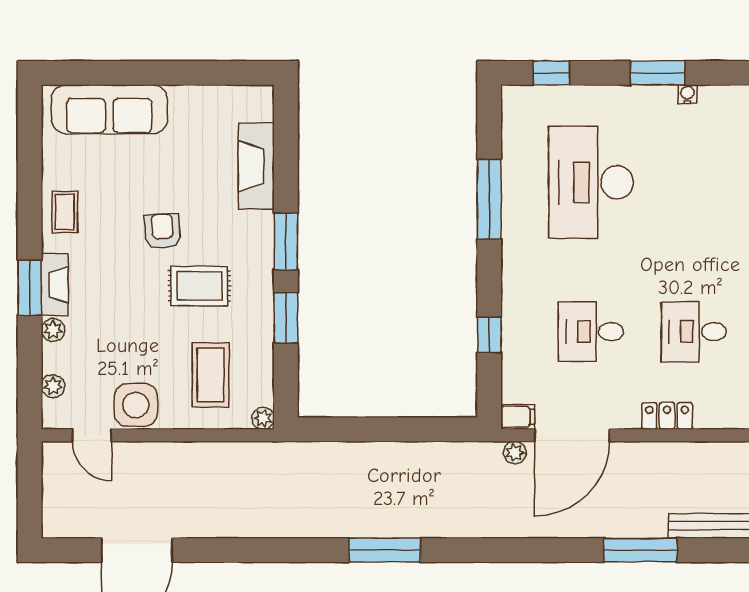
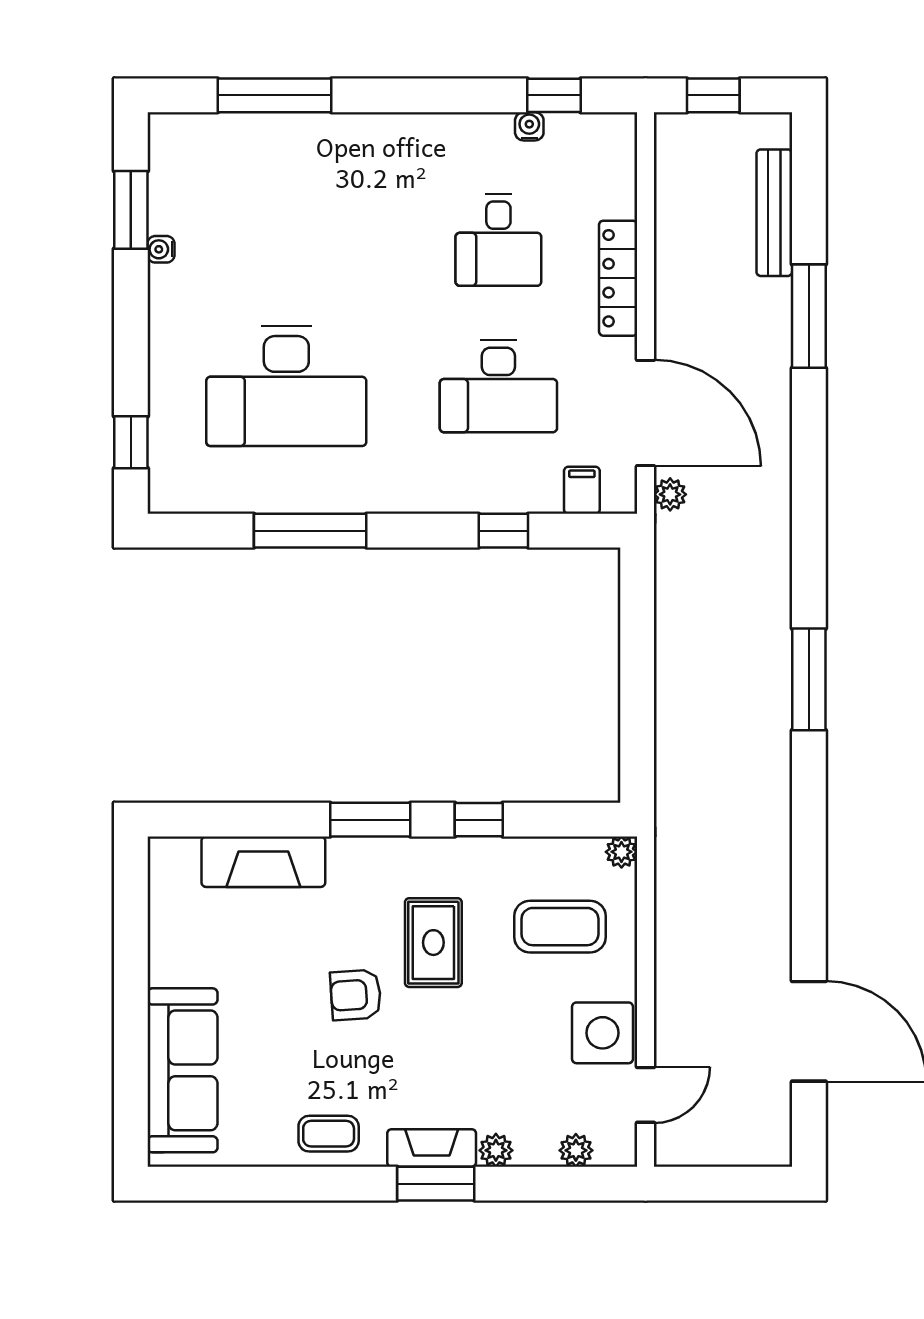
window: (658, 73) -> (131, 210), moved
window: (286, 318) -> (479, 820), width x0.67
desk: (591, 332) -> (498, 386), width x1.37
locker: (667, 416) -> (618, 278), width x1.53
filing cabinet: (518, 417) -> (582, 490), moved

